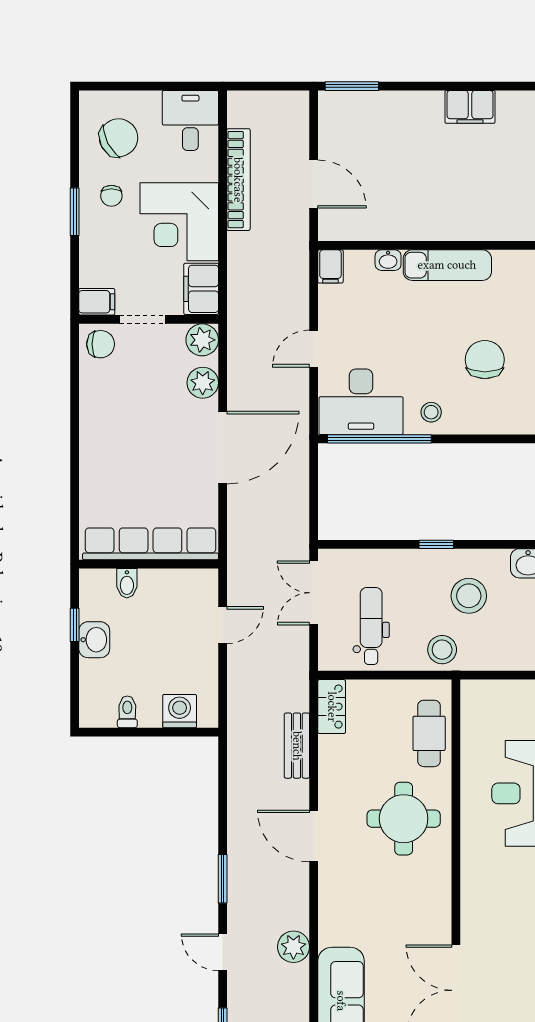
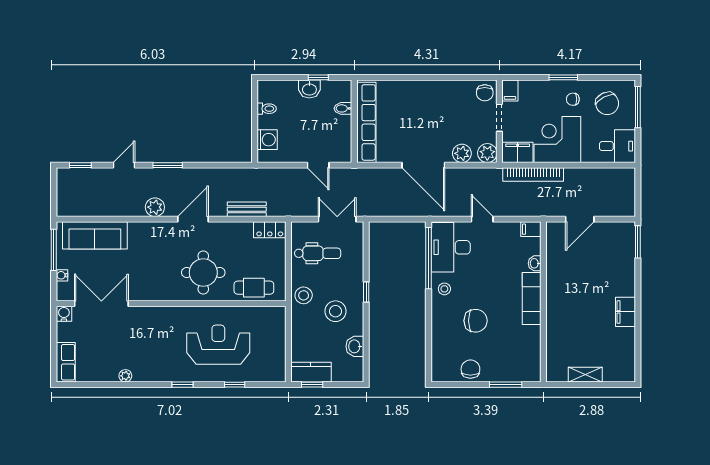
window: (125, 86) -> (638, 107), added
bookcase: (238, 180) -> (533, 175), moved
plant: (293, 947) -> (155, 207), moved

